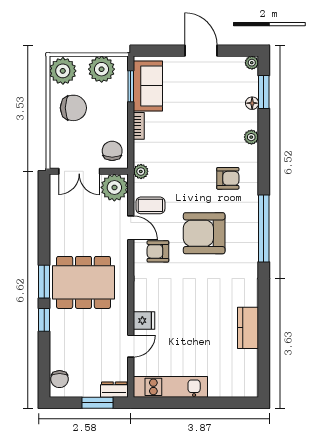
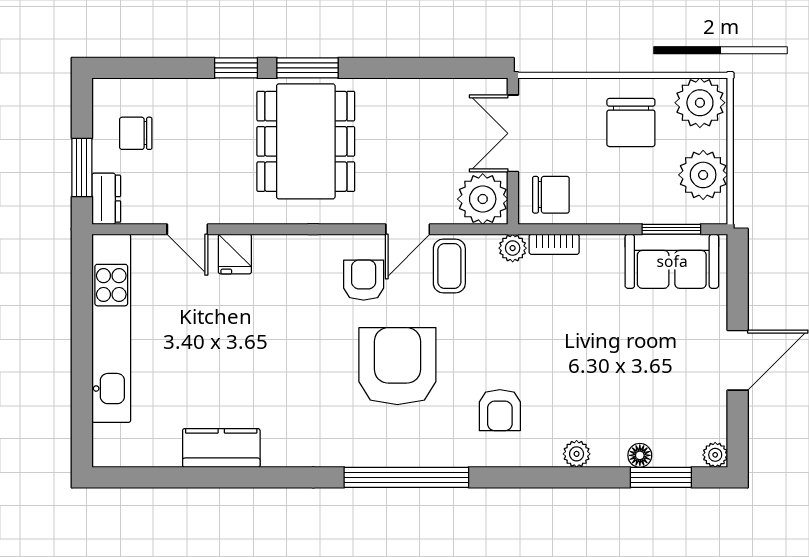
bookcase: (139, 126) -> (554, 244), moved
chair: (60, 379) -> (136, 133), moved
kitchen unit: (170, 387) -> (111, 328), width x1.36

